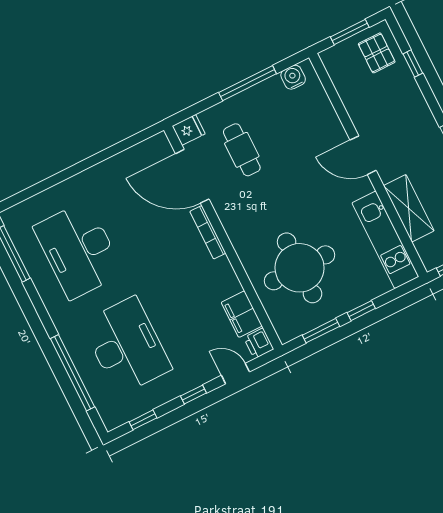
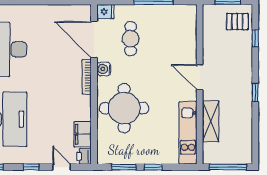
pallet: (377, 53) -> (237, 22), turned 90
water cooler: (293, 77) -> (104, 69), moved, turned -90
round table: (300, 268) -> (124, 108), moved

